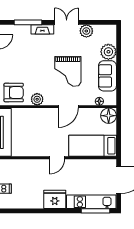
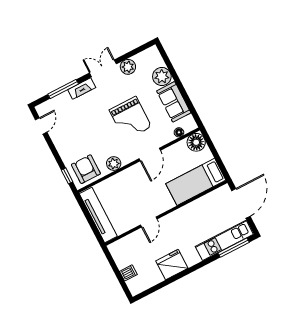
armchair: (14, 93) -> (86, 169), turned -90
door: (57, 158) -> (149, 222), moved
fridge: (55, 199) -> (172, 265), moved

